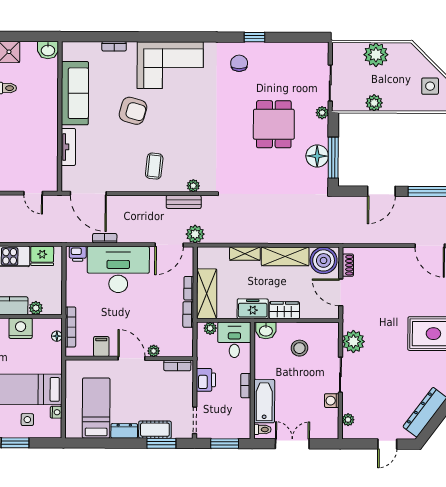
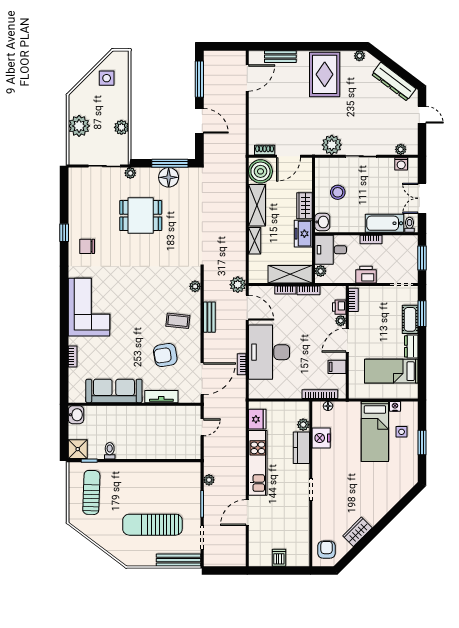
armchair: (133, 111) -> (165, 355), moved, turned -115
bench: (184, 202) -> (209, 317), moved
printer: (78, 254) -> (339, 307), moved, turned 180
washing machine: (332, 401) -> (401, 164), moved

